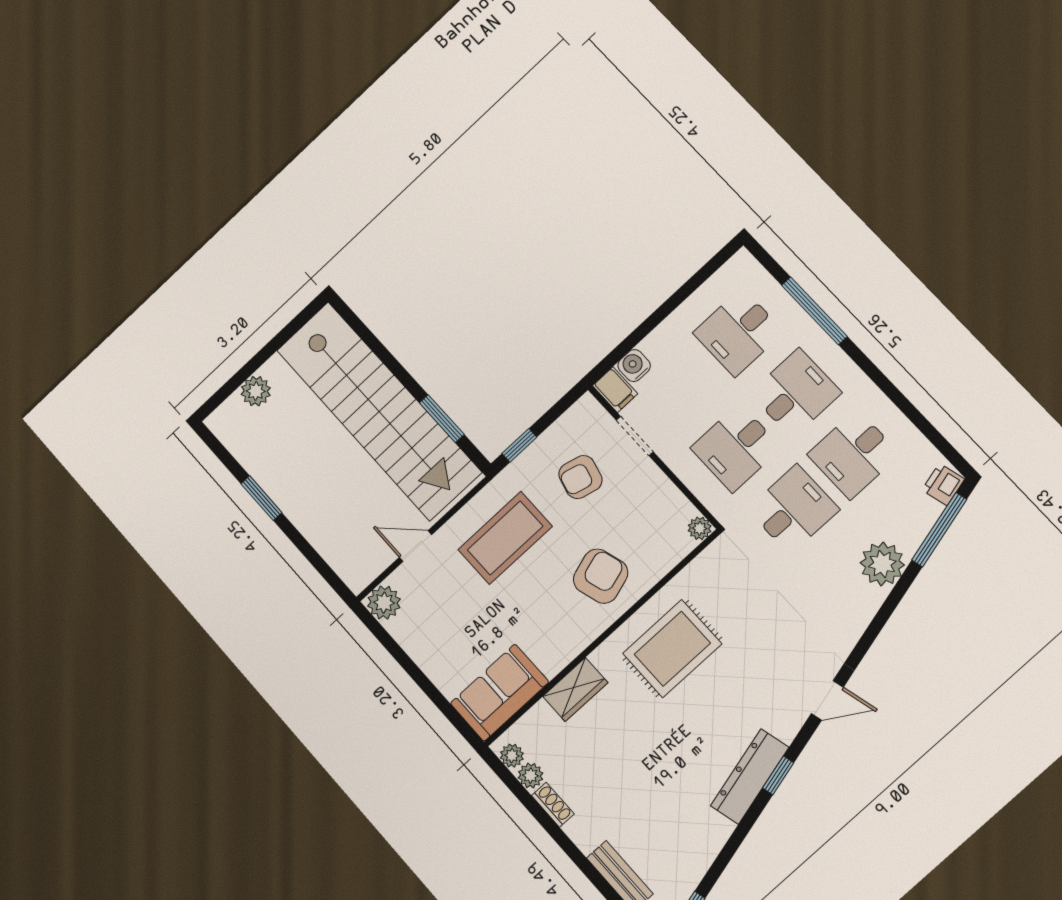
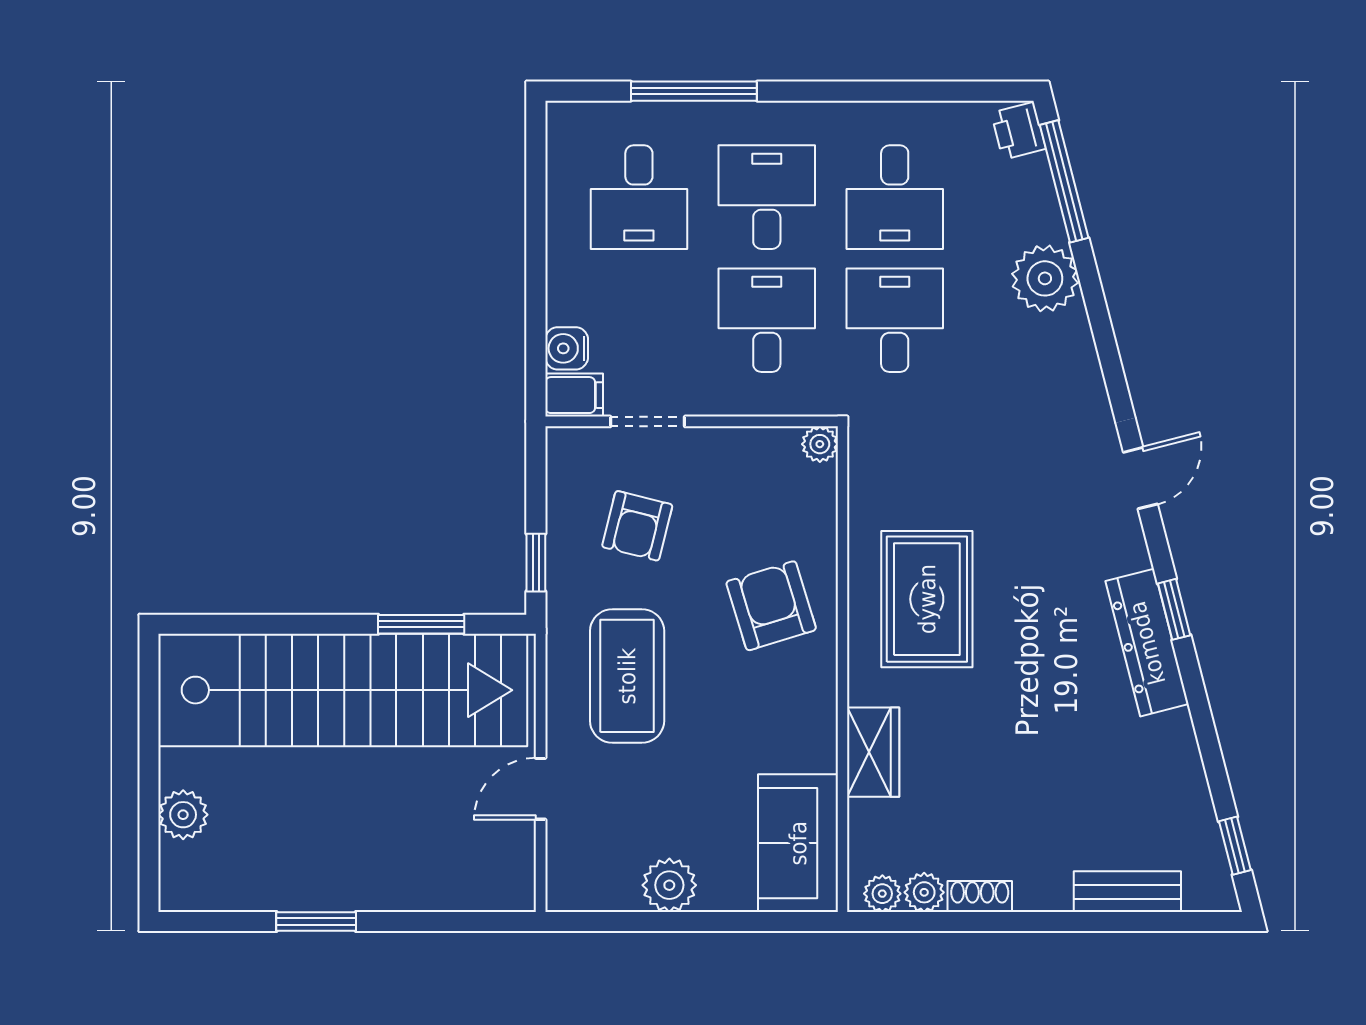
desk: (736, 448) -> (767, 320), turned 180
plant: (384, 603) -> (669, 885), moved

